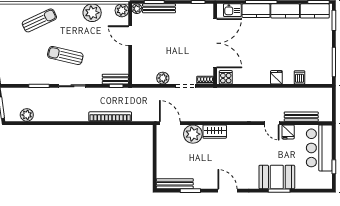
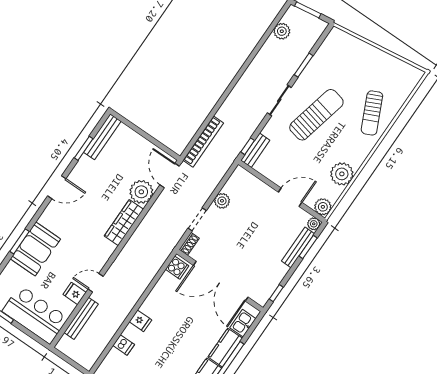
sun lounger: (65, 55) -> (316, 115), width x1.36, depth x1.34
bookcase: (110, 117) -> (203, 142), moved
door: (170, 123) -> (170, 176), swing flipped
wardrobe: (215, 132) -> (124, 223), width x1.50

